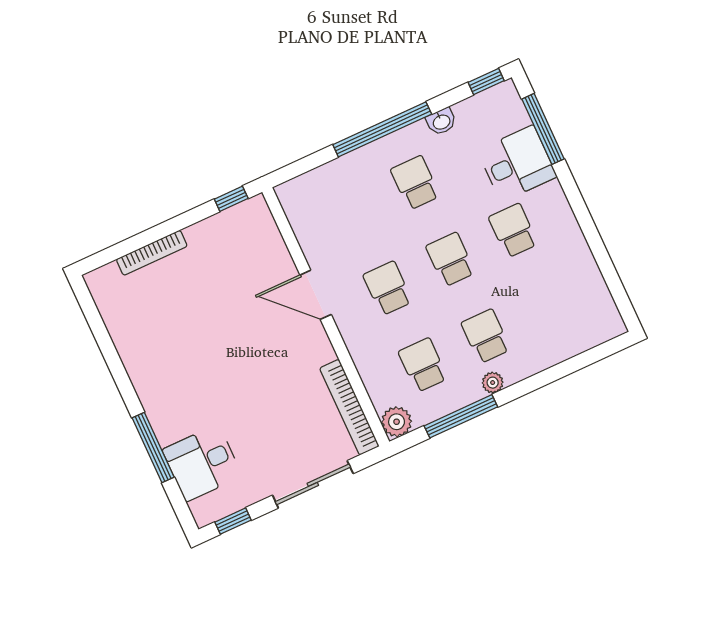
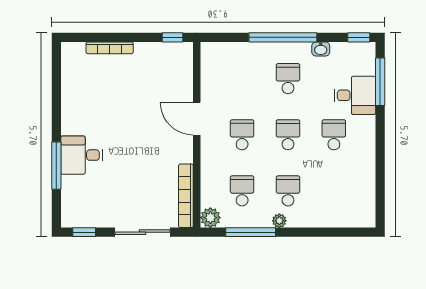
desk: (202, 463) -> (82, 155), moved

